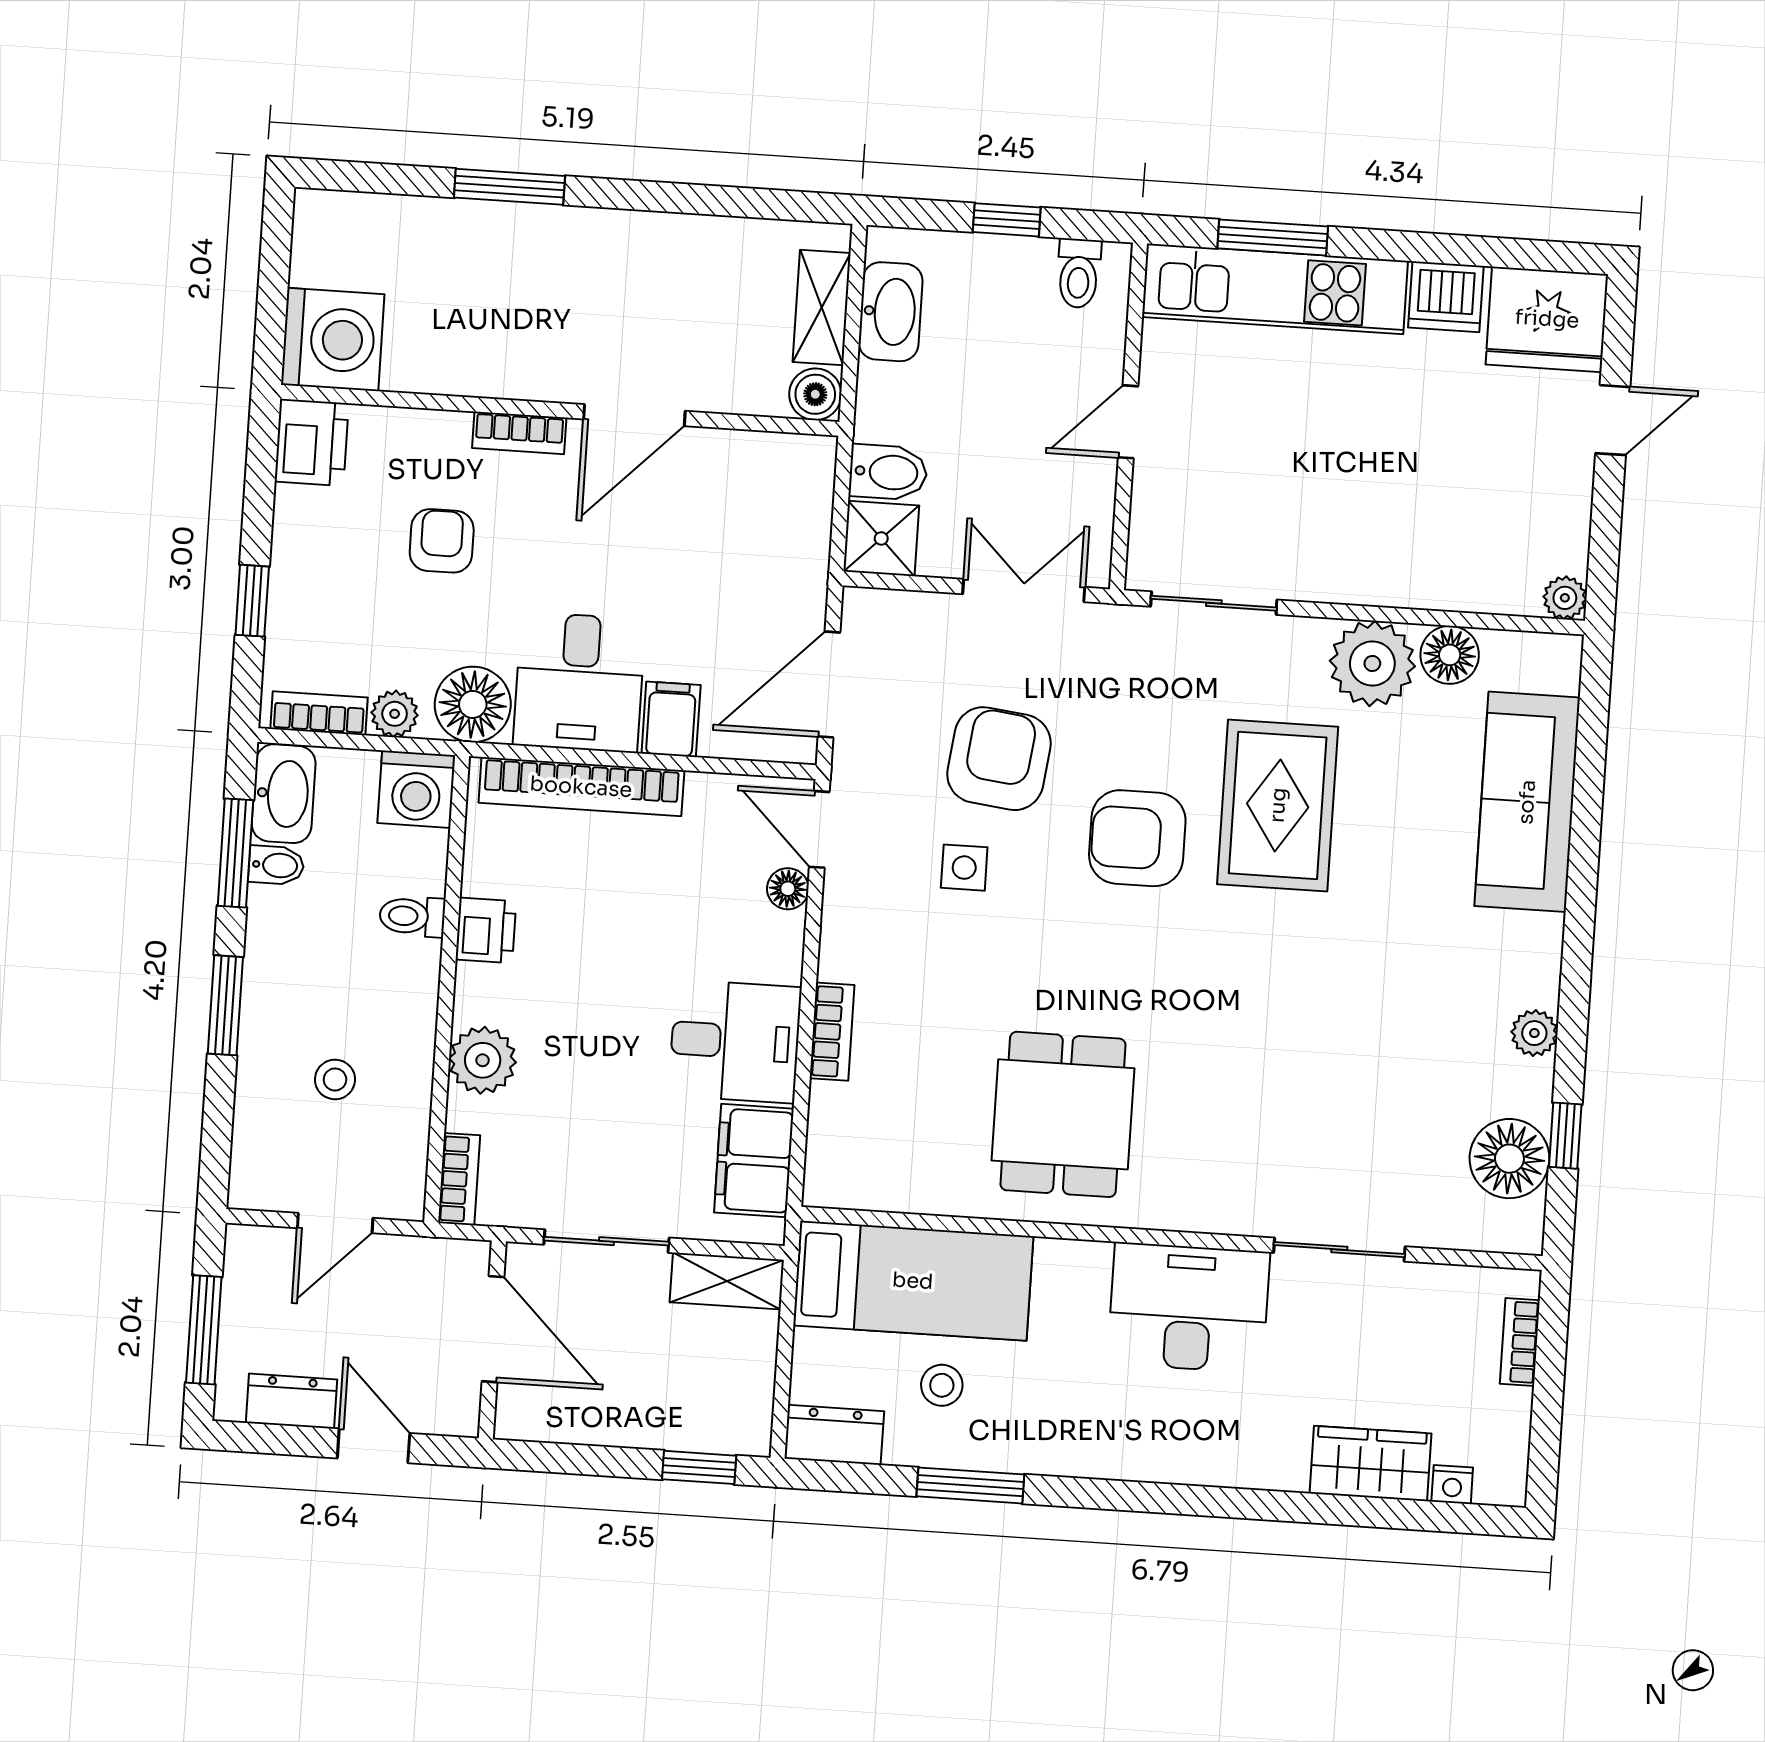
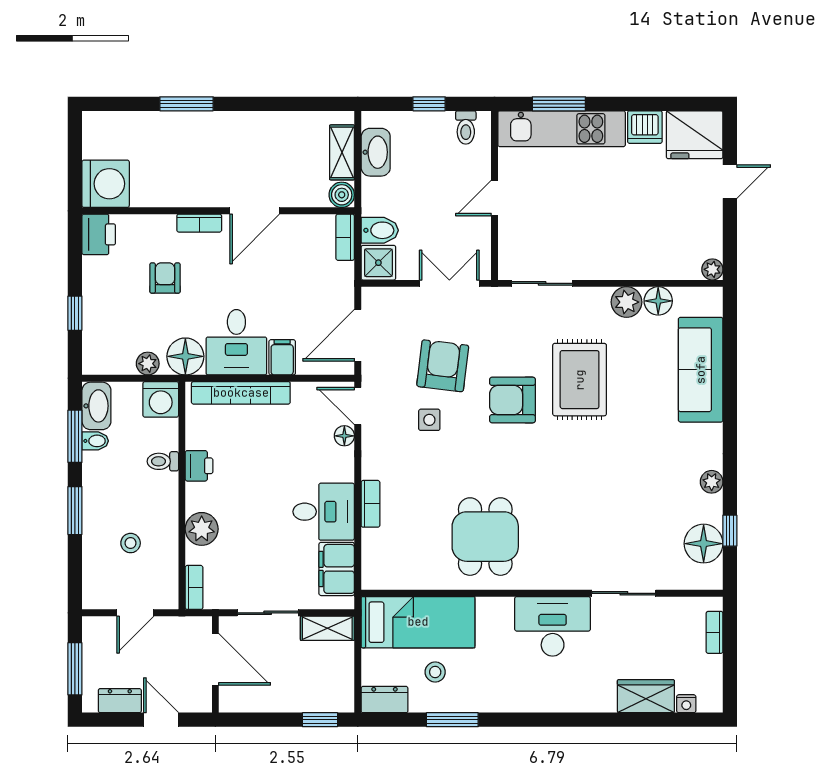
plant: (1372, 664) -> (627, 302), width x0.73, depth x0.73
bookcase: (319, 713) -> (345, 237), moved, turned -90

